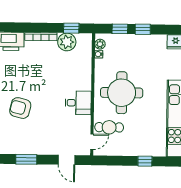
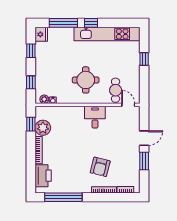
window: (143, 29) -> (31, 51), moved
round table: (122, 93) -> (86, 80), width x0.73, depth x0.73
door: (67, 160) -> (144, 138), moved

